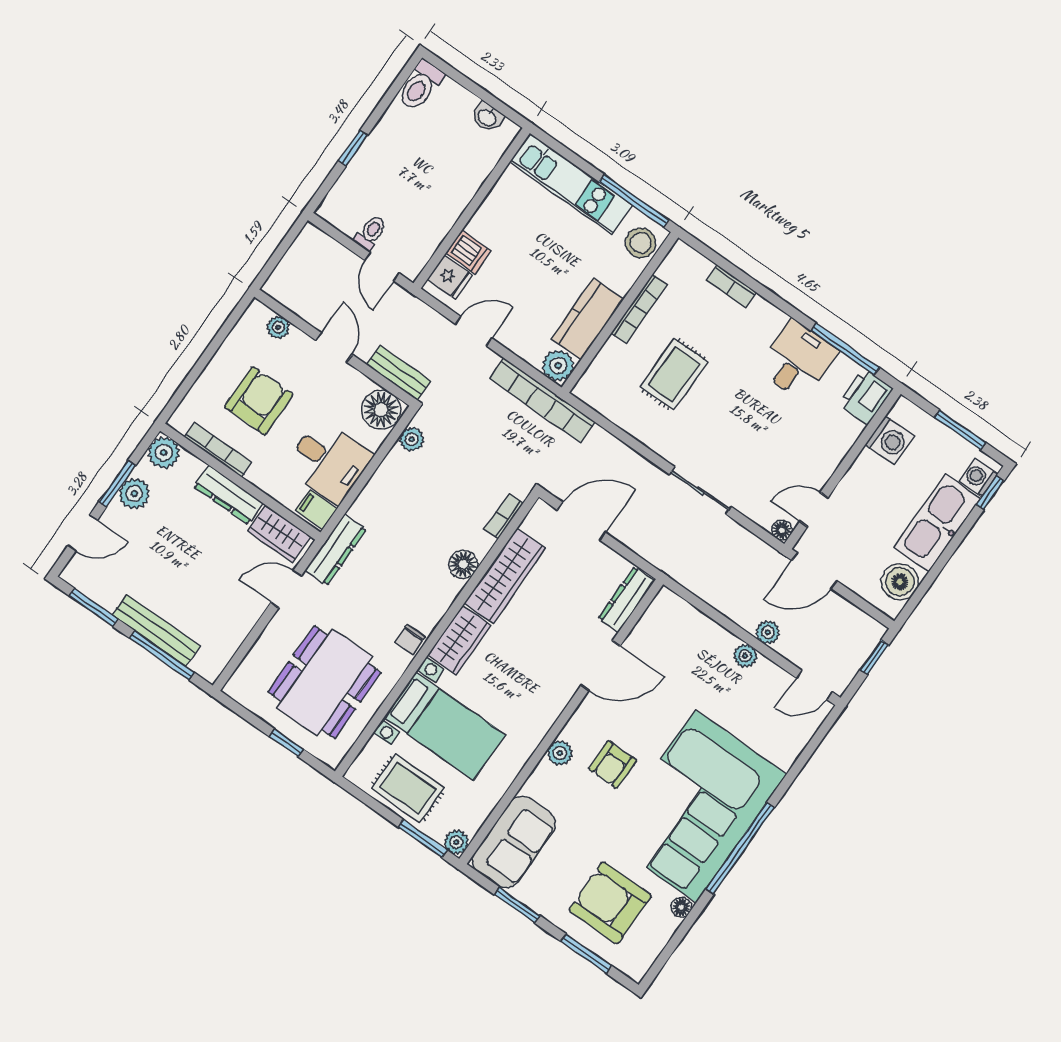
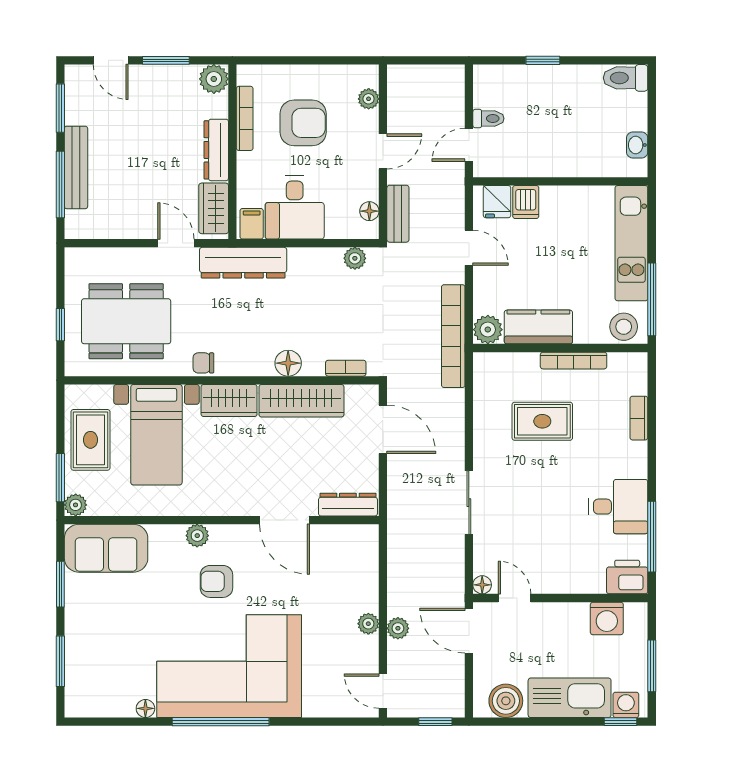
floor lamp: (381, 410) -> (369, 211), width x0.53, depth x0.53
plant: (134, 494) -> (167, 78), removed
dresser: (336, 550) -> (243, 263), width x1.37, depth x1.24
armchair: (610, 903) -> (111, 653), removed

